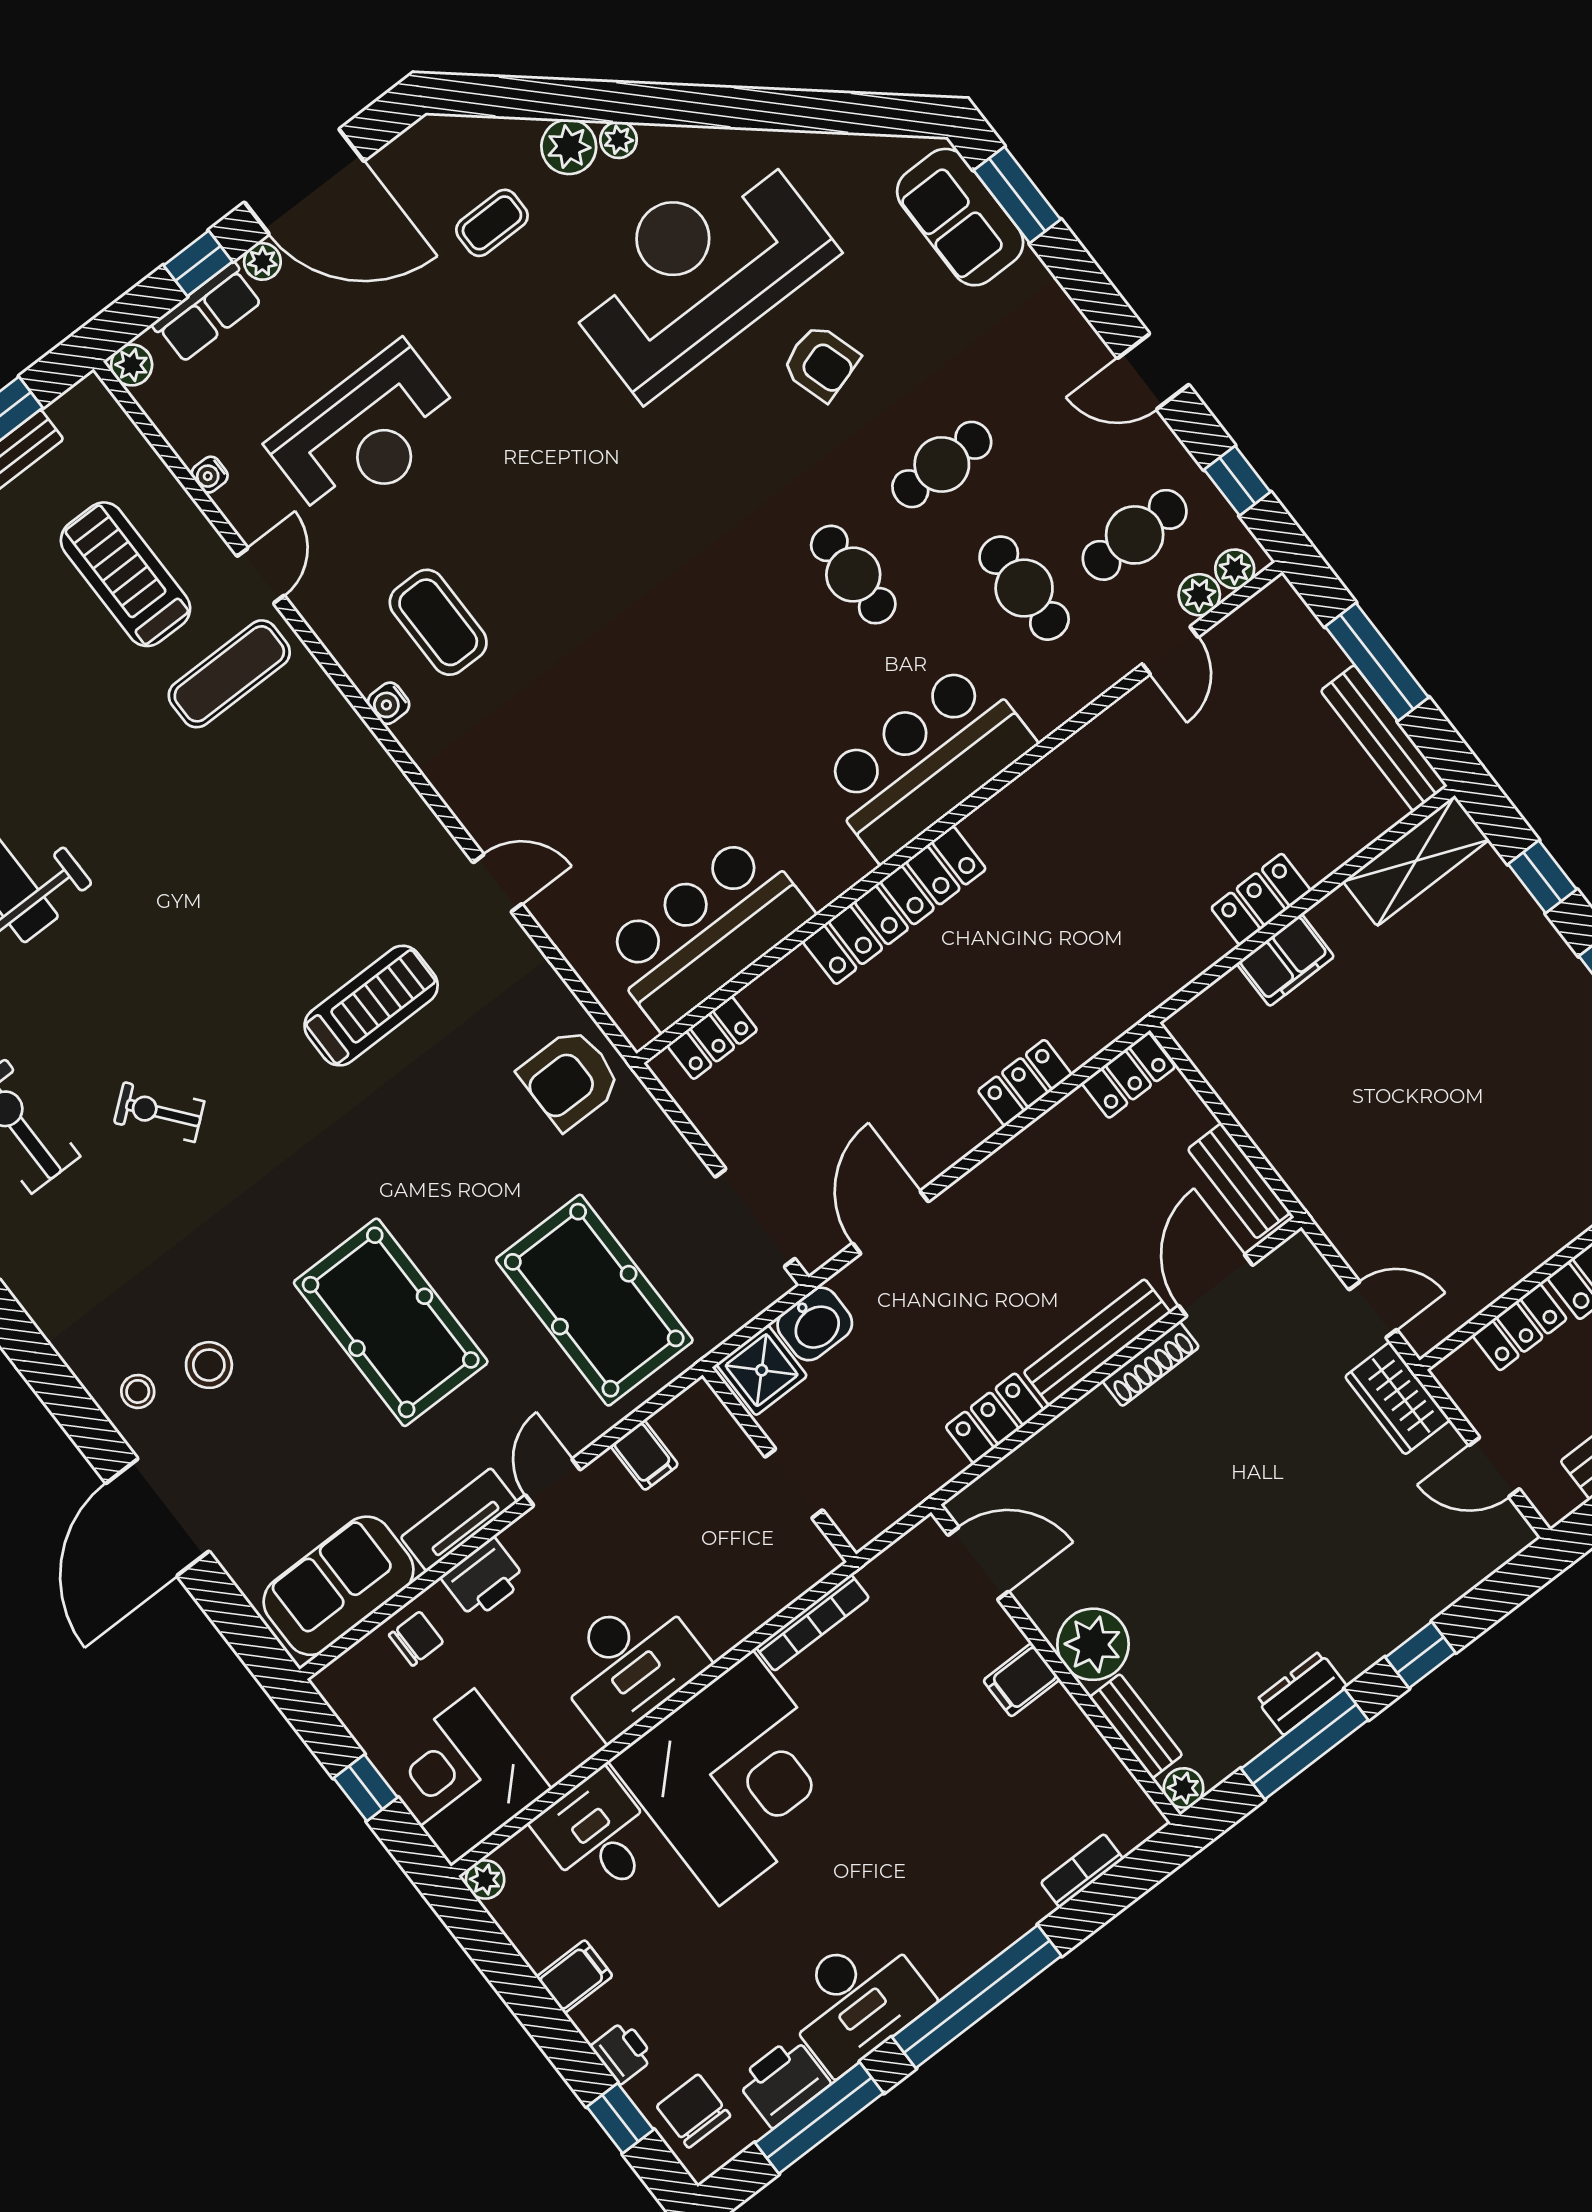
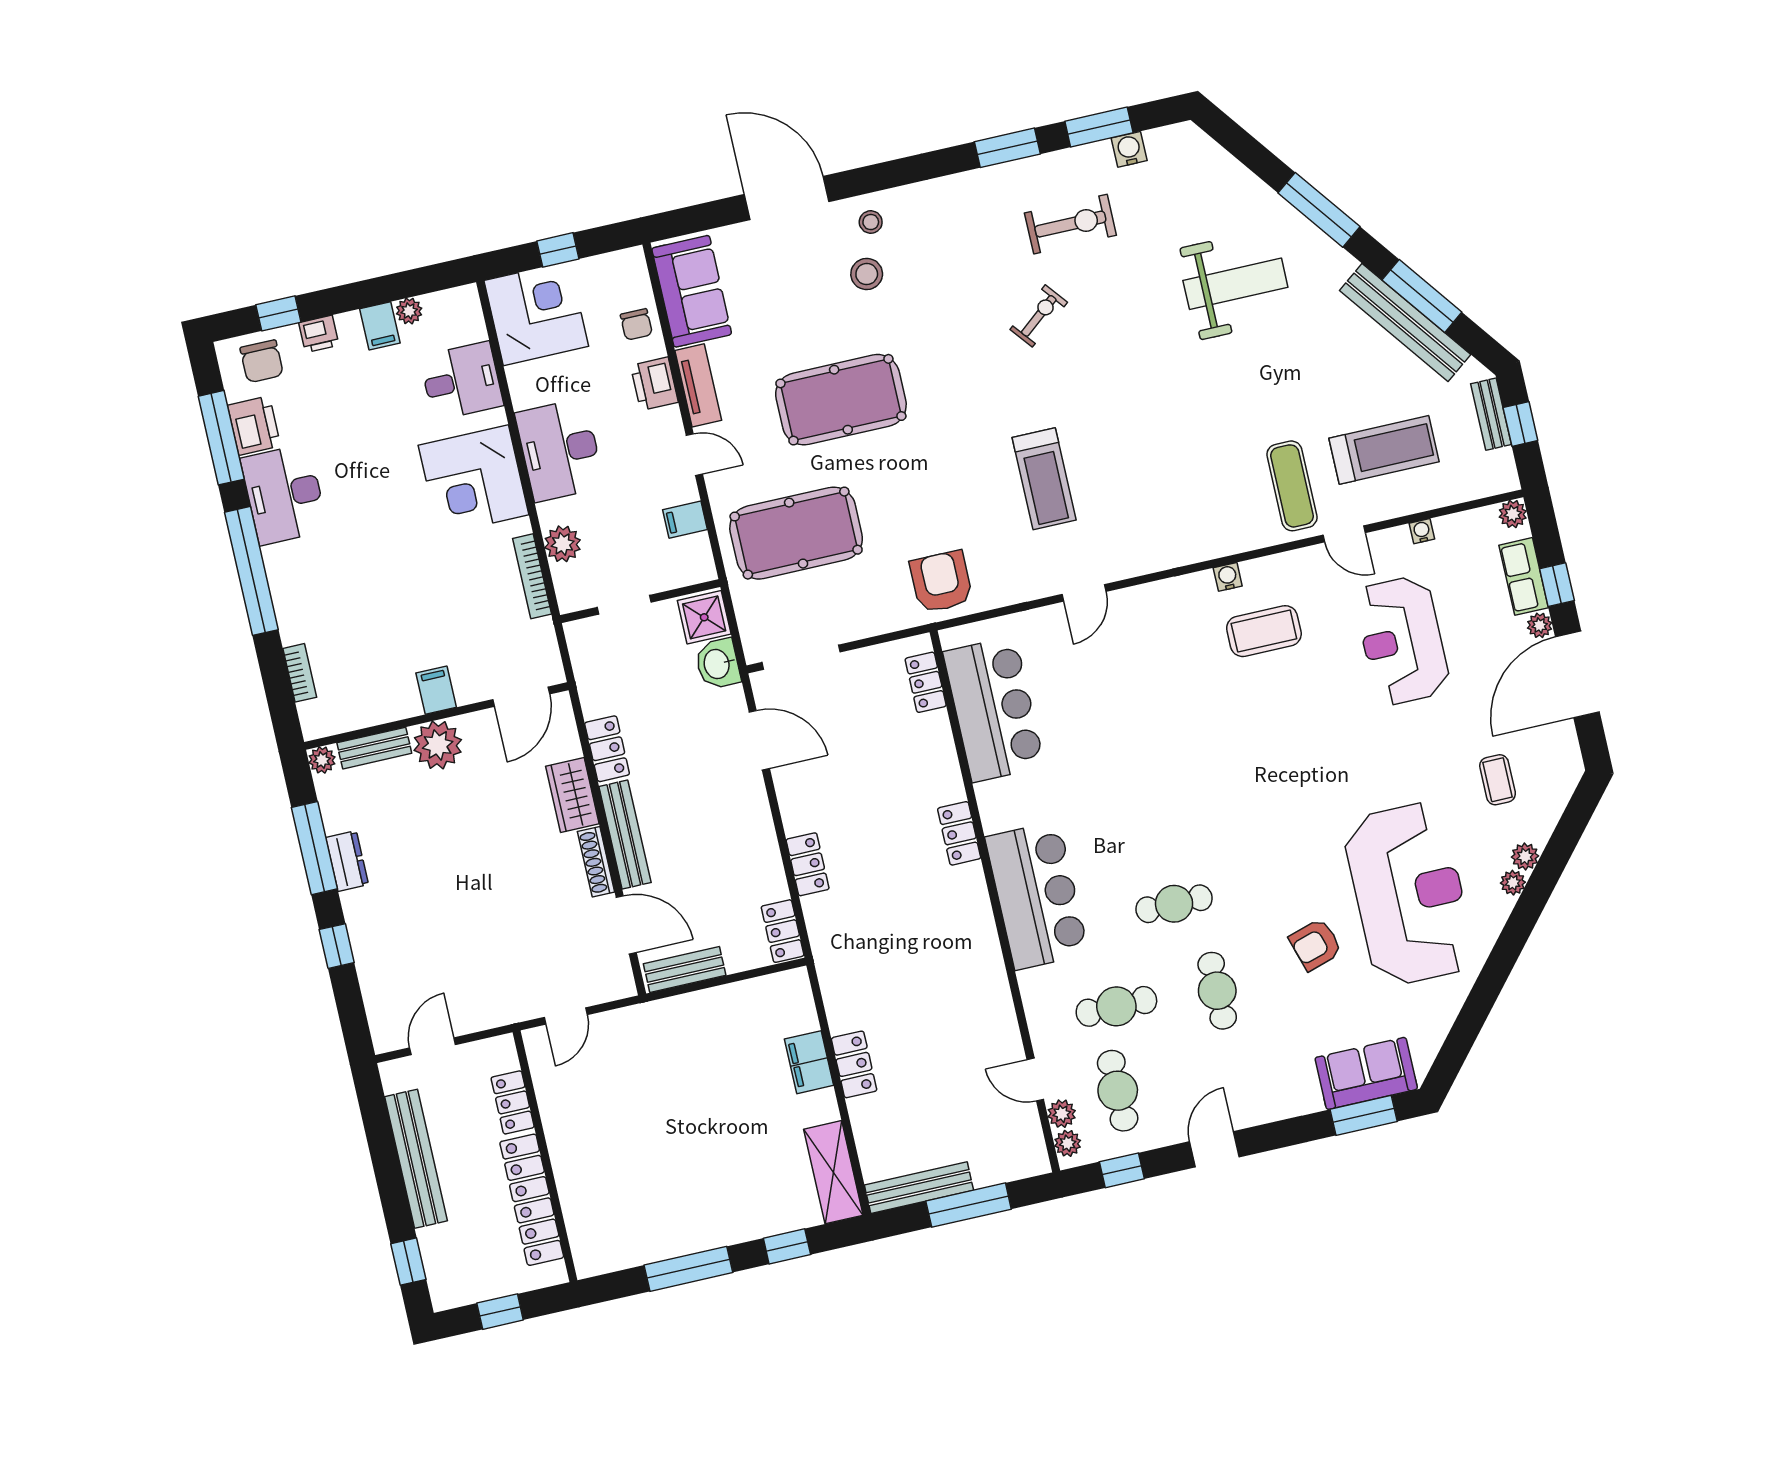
plant: (569, 147) -> (1525, 857), width x0.73, depth x0.73
locker: (894, 905) -> (959, 833), width x0.46, depth x0.83
wardrobe: (1397, 1398) -> (572, 795), moved, turned -90
plant: (751, 1602) -> (563, 544), added
corner desk: (736, 1778) -> (474, 480), width x0.74, depth x0.74
plant: (485, 1879) -> (409, 311), moved
chair: (694, 2111) -> (262, 361), turned 90

